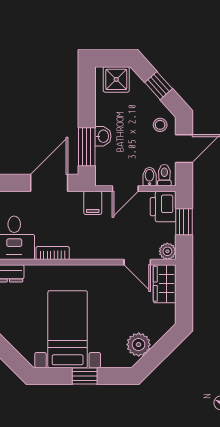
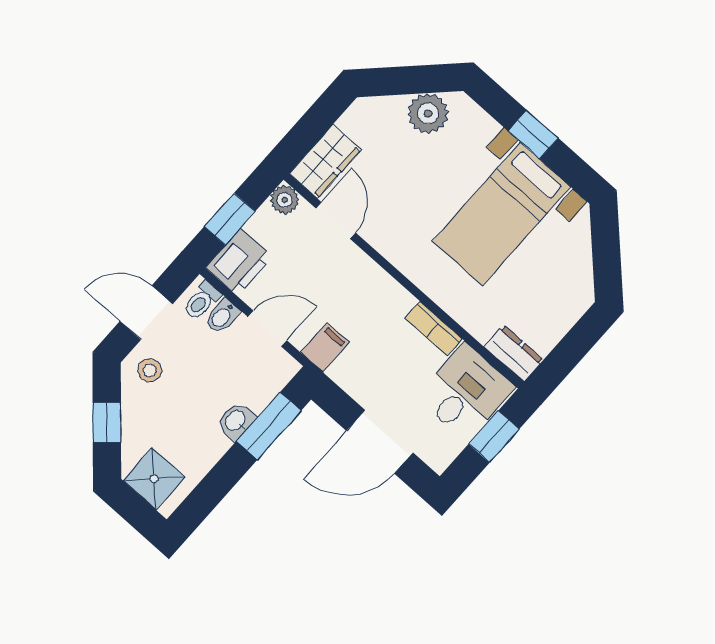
door: (49, 183) -> (380, 442), moved

